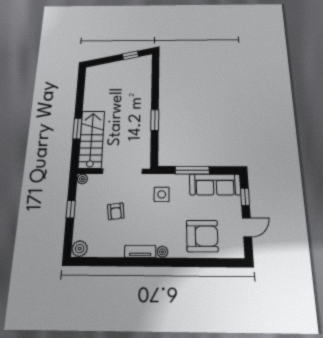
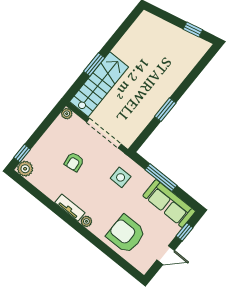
window: (71, 209) -> (22, 153), moved
armchair: (202, 236) -> (126, 234), turned 180

